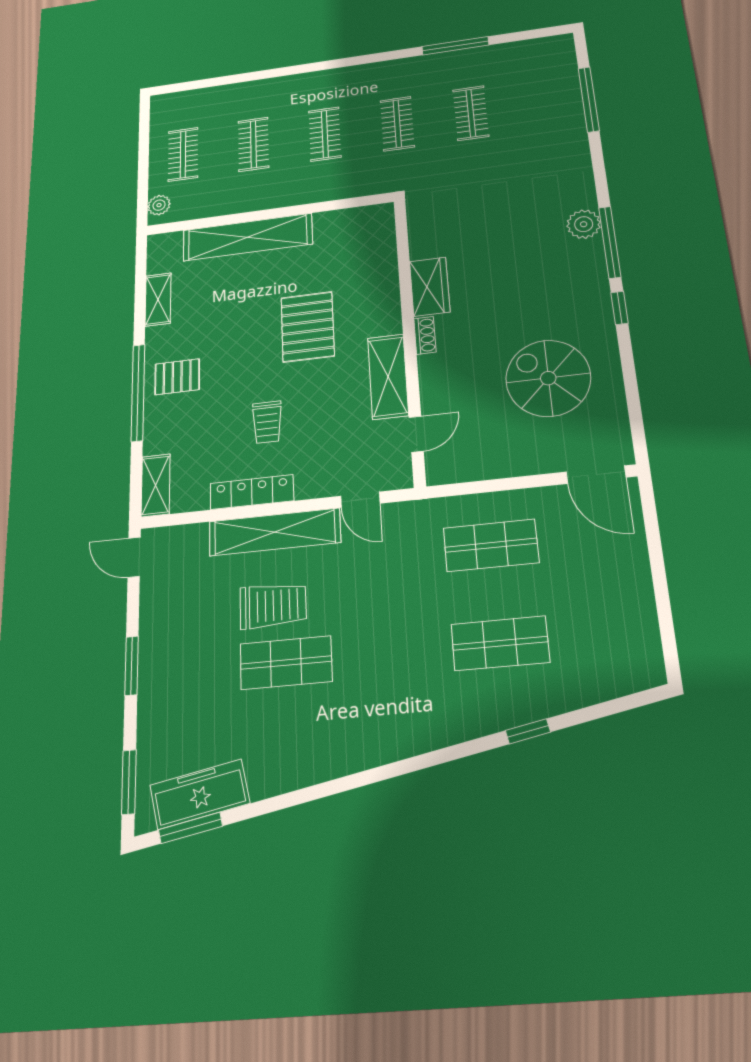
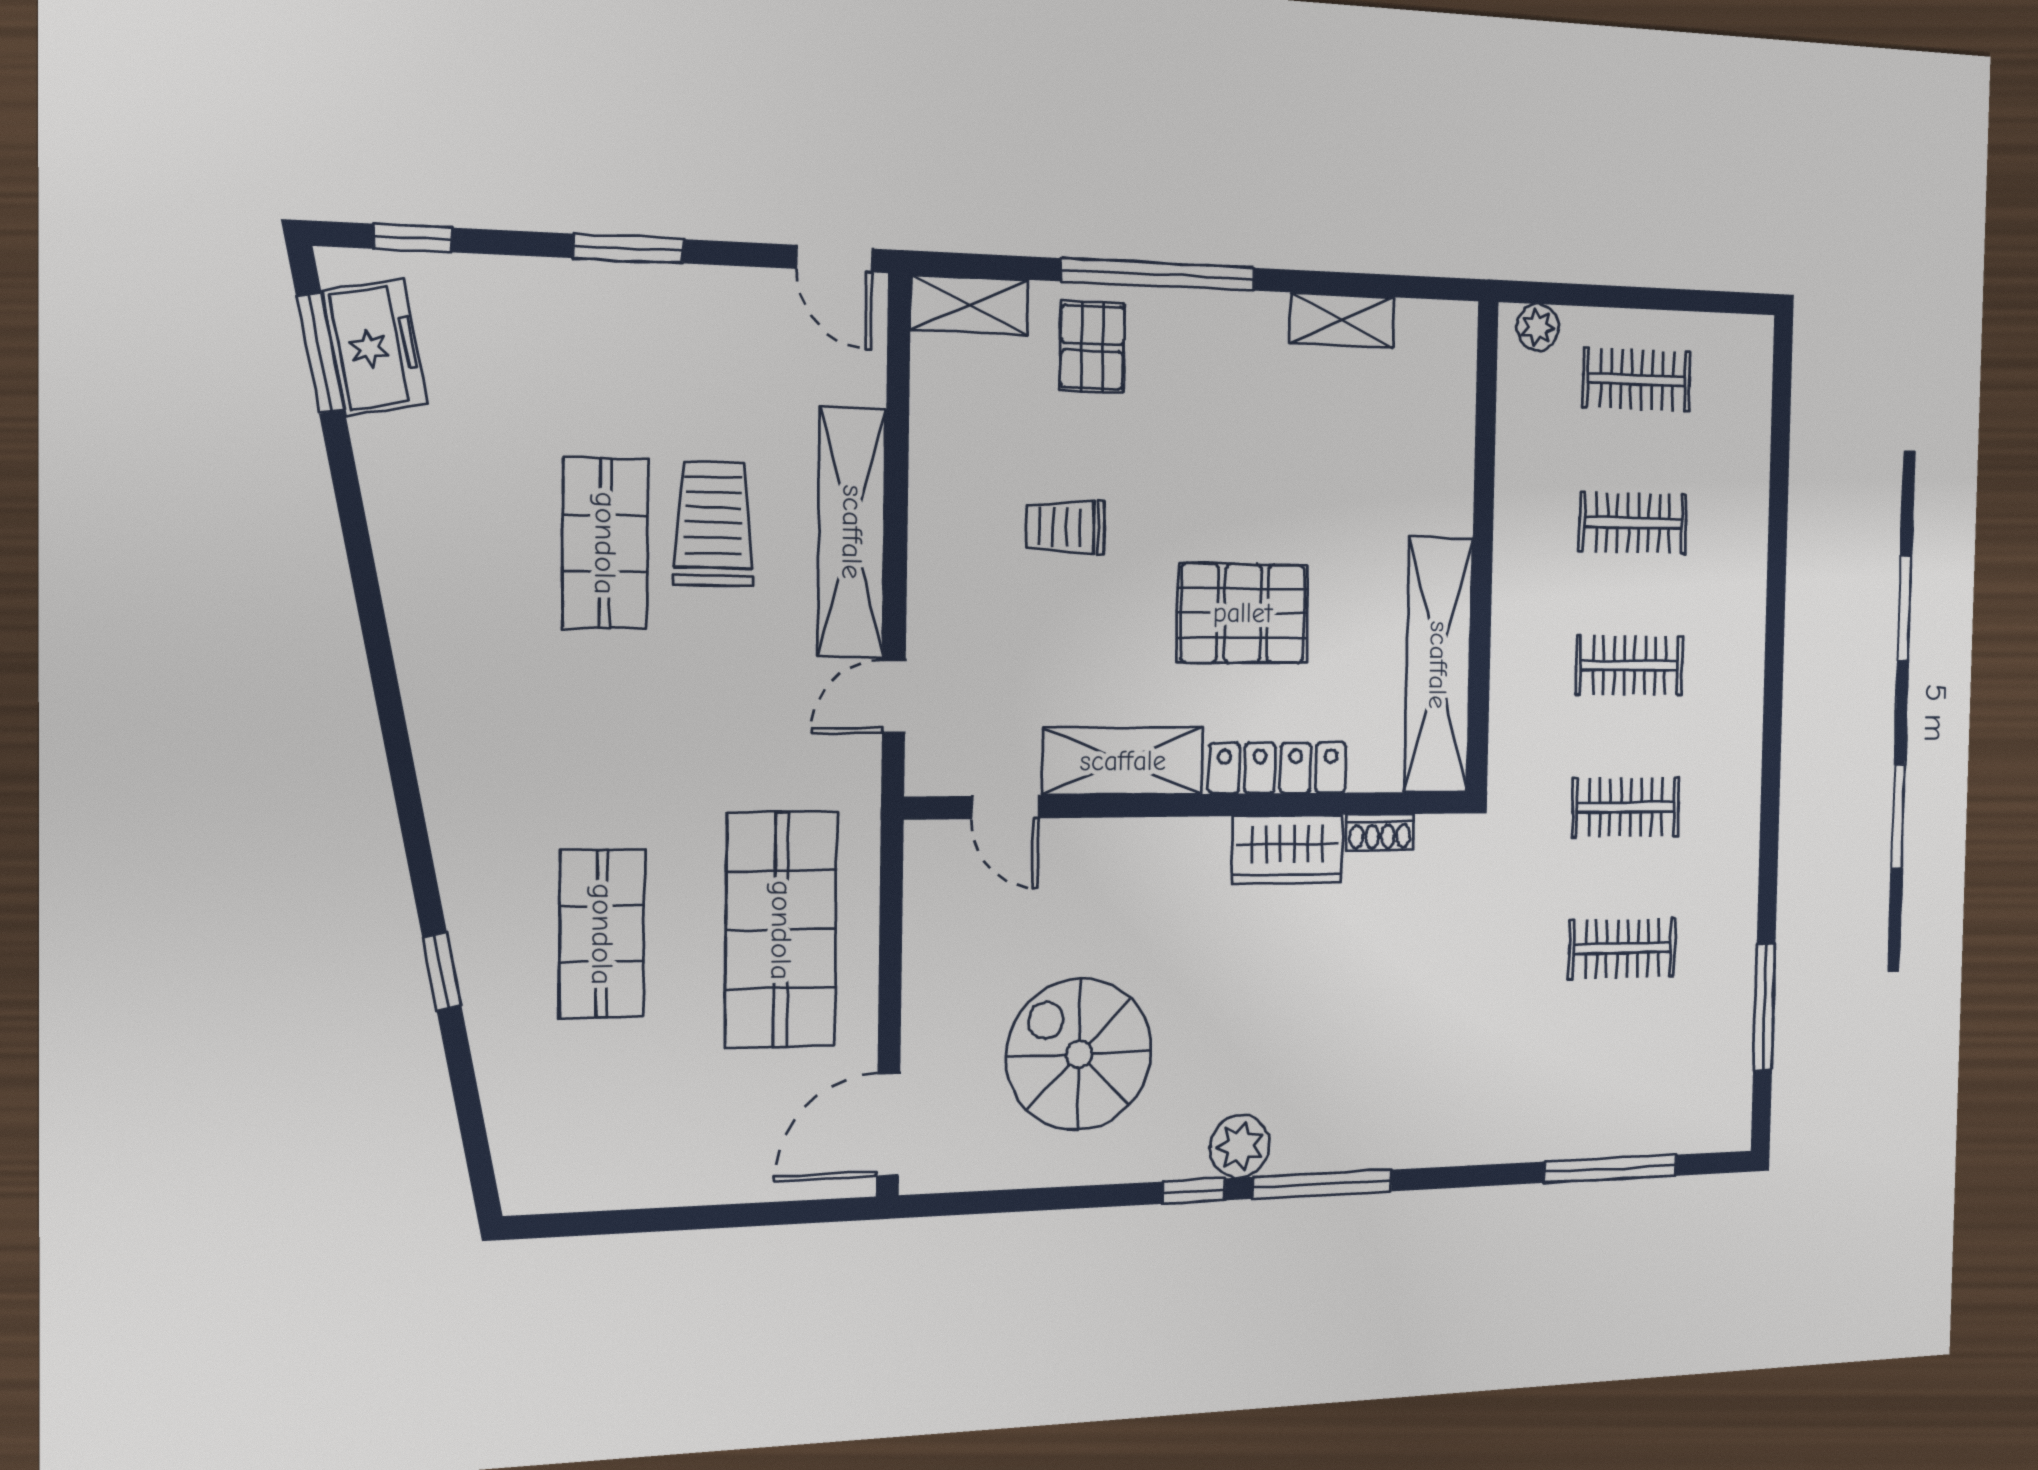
window: (455, 46) -> (1764, 1007), moved
plant: (584, 224) -> (1240, 1146), moved
shelving: (247, 237) -> (1438, 665), moved
shoe rack: (425, 335) -> (1380, 832), moved
pallet: (177, 377) -> (1092, 347), moved
spiral stairs: (548, 378) -> (1079, 1054), turned -90
locker: (252, 492) -> (1278, 768), moved, turned -90
shop shelf: (491, 545) -> (781, 930), width x1.43, depth x1.36
door: (134, 557) -> (835, 259), swing flipped
trolley: (273, 606) -> (713, 524), turned 180
window: (129, 782) -> (413, 238), width x0.67
freezer: (200, 794) -> (375, 348), width x0.71

